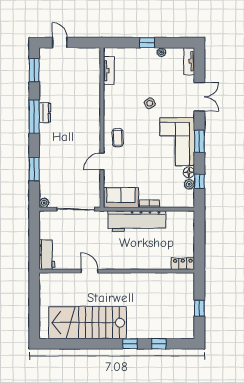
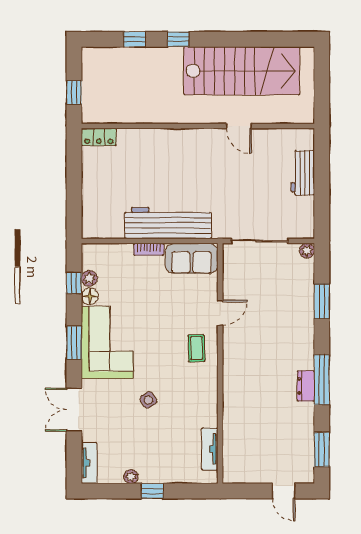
locker: (183, 264) -> (99, 137), moved
door: (90, 271) -> (239, 126), moved
wall: (117, 271) -> (198, 126), moved

